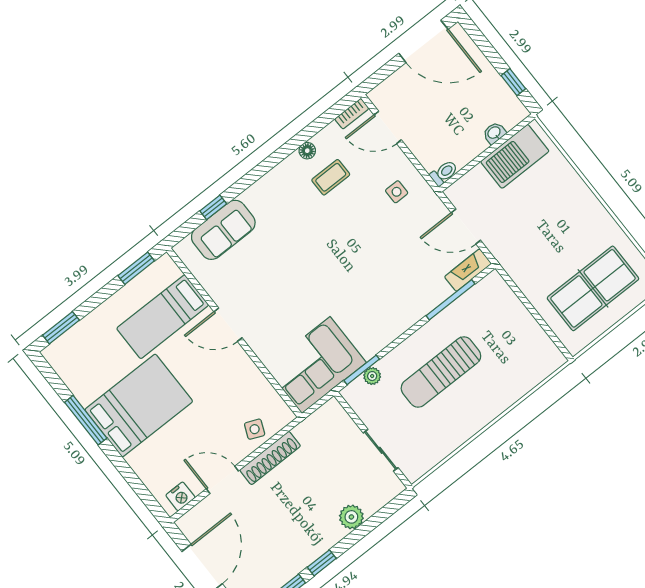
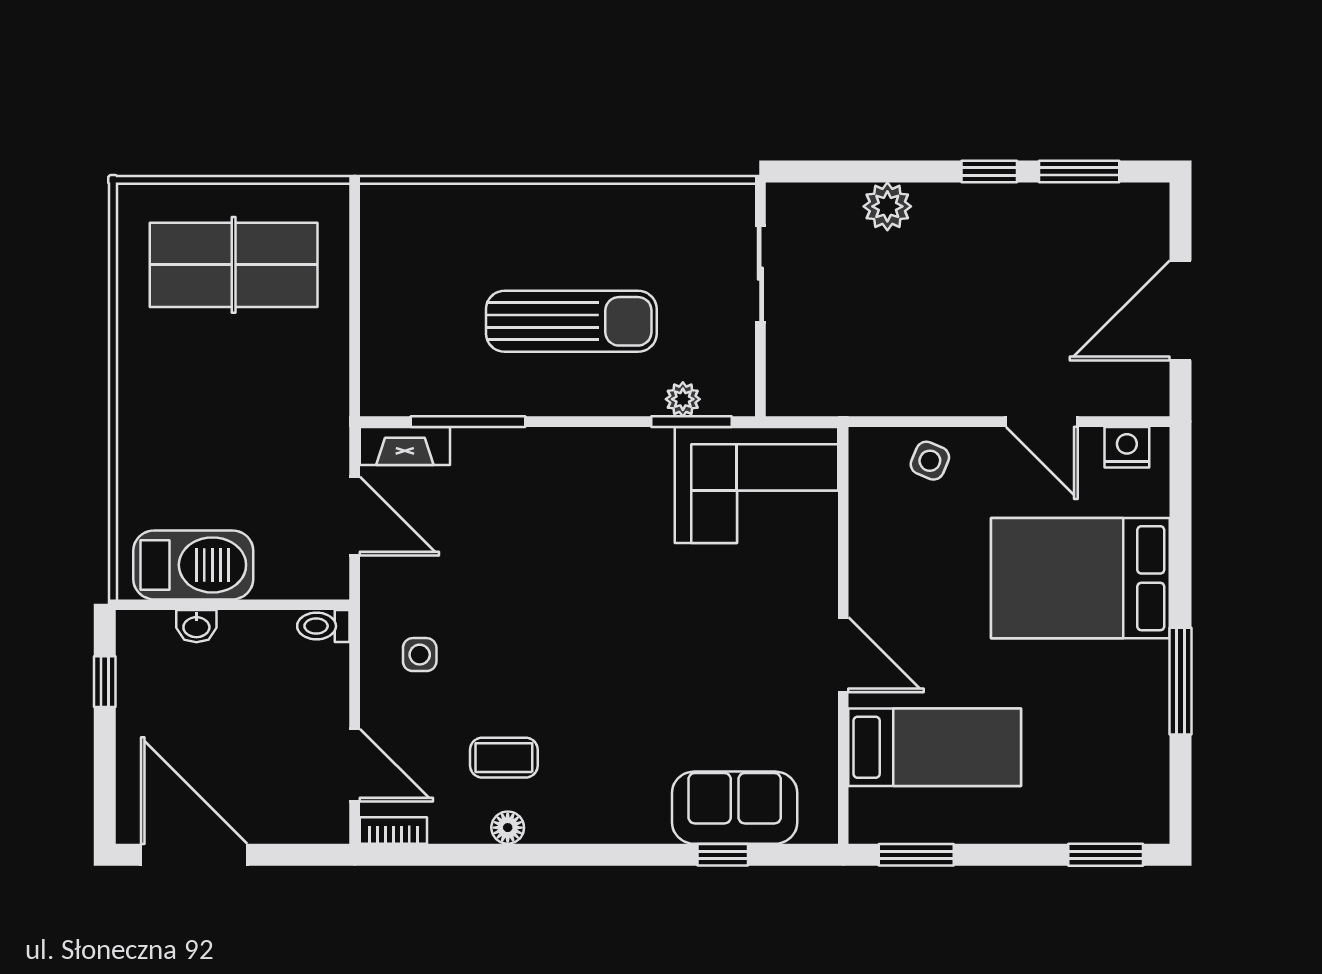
bed: (139, 406) -> (1080, 578), moved
shoe rack: (270, 458) -> (941, 397), removed

